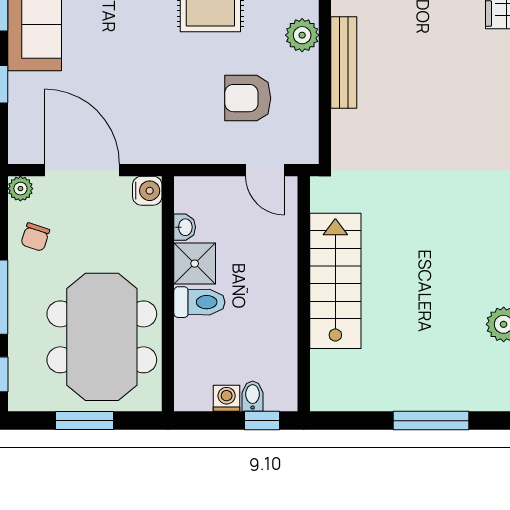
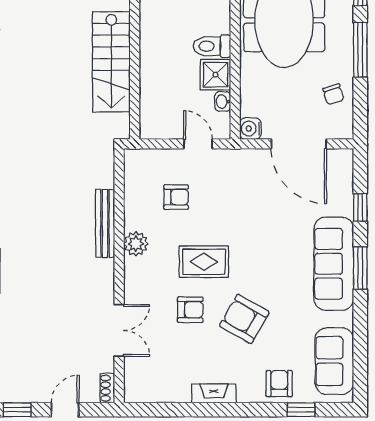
armchair: (248, 98) -> (176, 197), width x0.72, depth x0.72
door: (265, 170) -> (198, 144), moved
plant: (20, 189) -> (344, 130), removed
chair: (35, 237) -> (333, 94), turned 145

